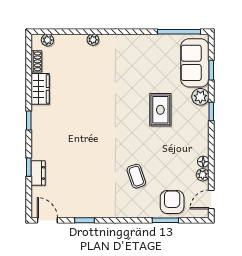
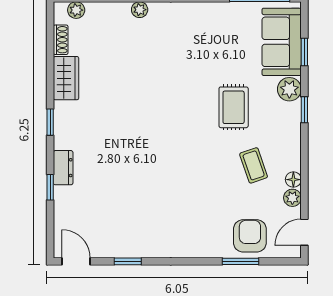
dresser: (38, 173) -> (63, 168), moved
coffee table: (136, 176) -> (254, 165), moved

